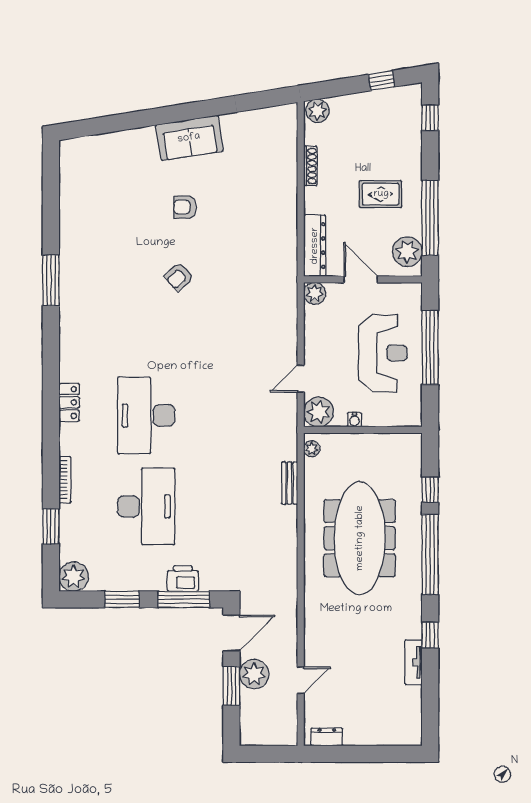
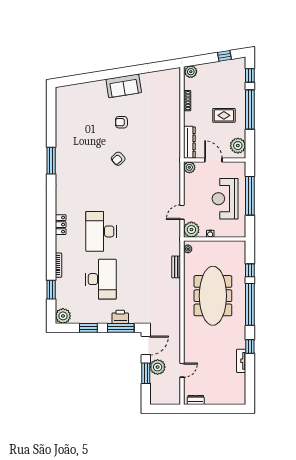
window: (430, 218) -> (250, 110), moved
reception desk: (383, 353) -> (225, 199), turned 180

